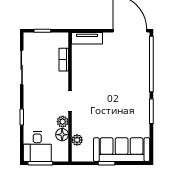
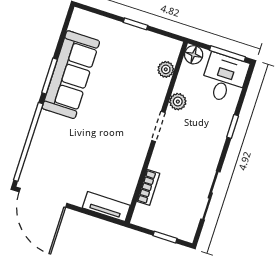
floor lamp: (62, 135) -> (194, 55), moved
sofa: (122, 150) -> (71, 75), moved, turned -90

